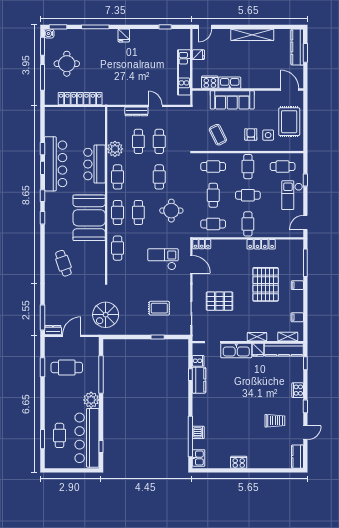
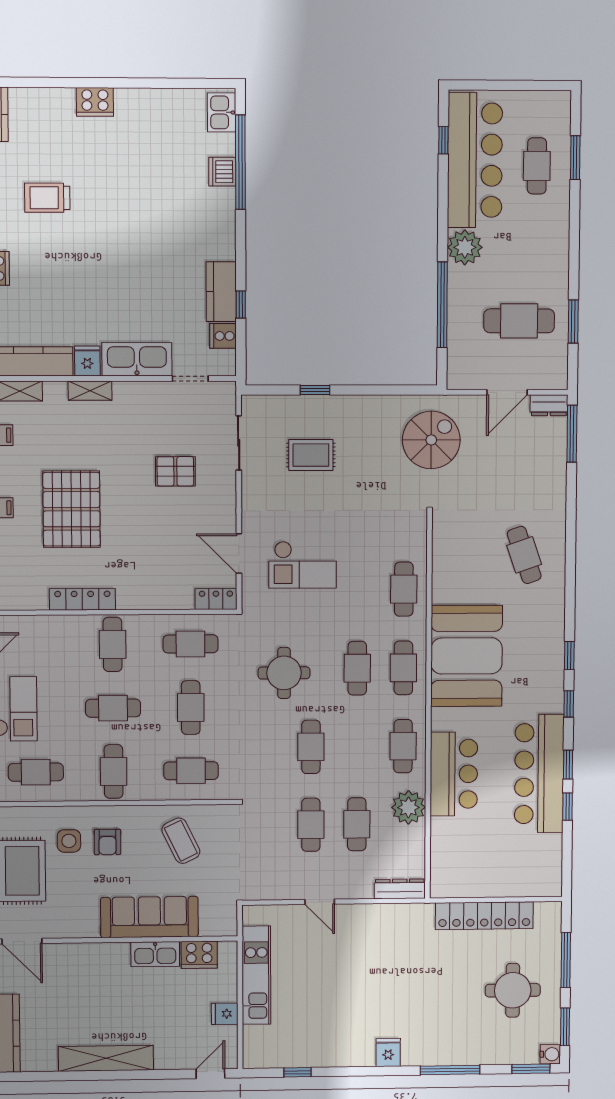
dresser: (136, 111) -> (400, 889), moved
pallet: (220, 301) -> (175, 471), width x0.67, depth x0.71
cooker: (239, 462) -> (95, 102), moved

